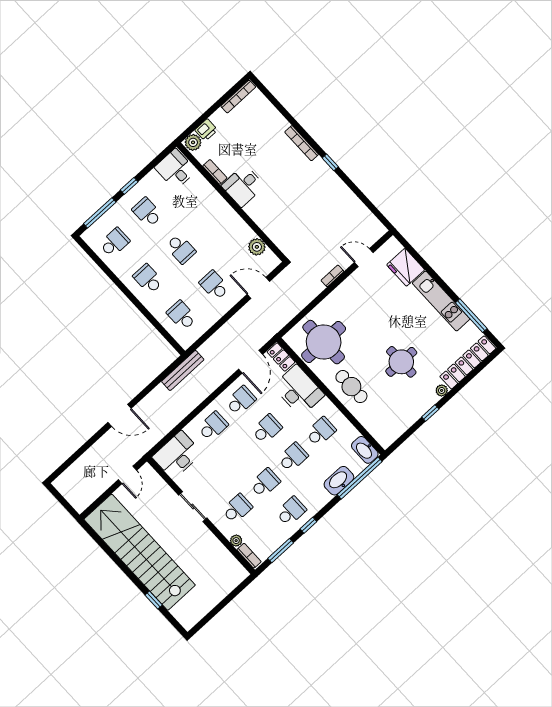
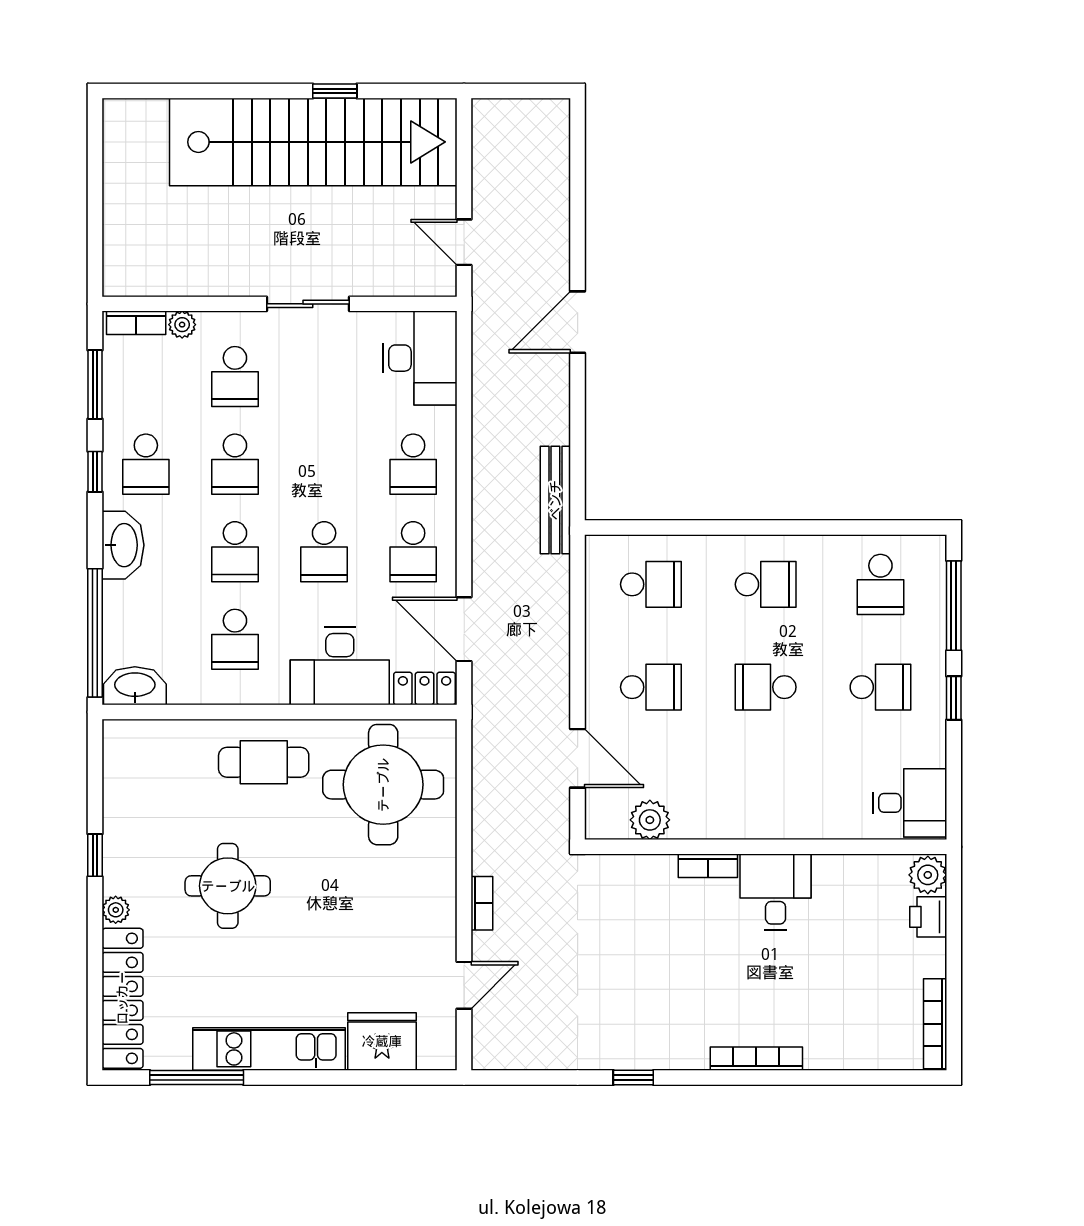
window: (330, 162) -> (633, 1077), moved
bookcase: (215, 172) -> (708, 866), moved
door: (258, 288) -> (578, 758), hinge flipped
washbasin: (339, 481) -> (123, 545), moved
window: (154, 600) -> (335, 91), moved

